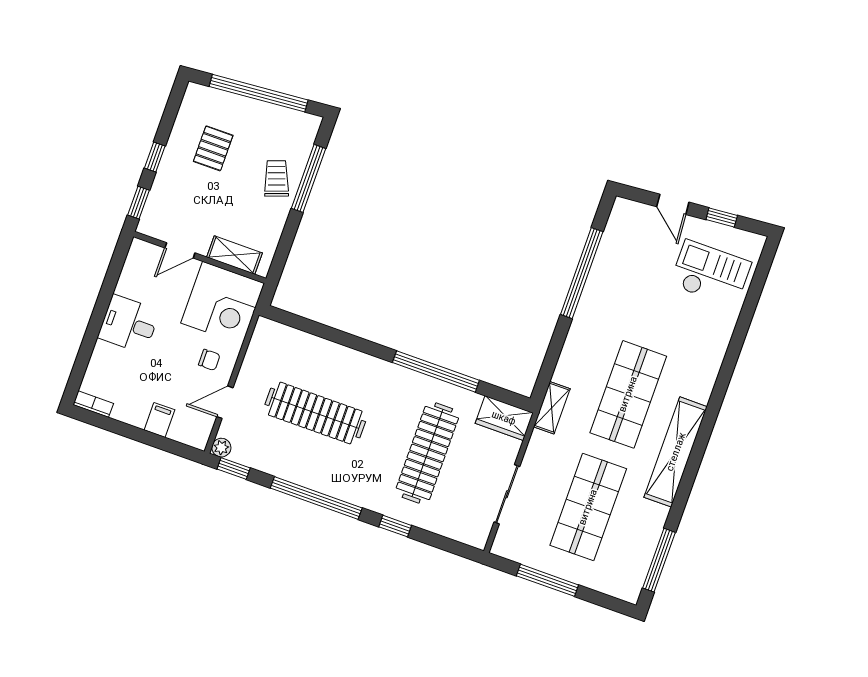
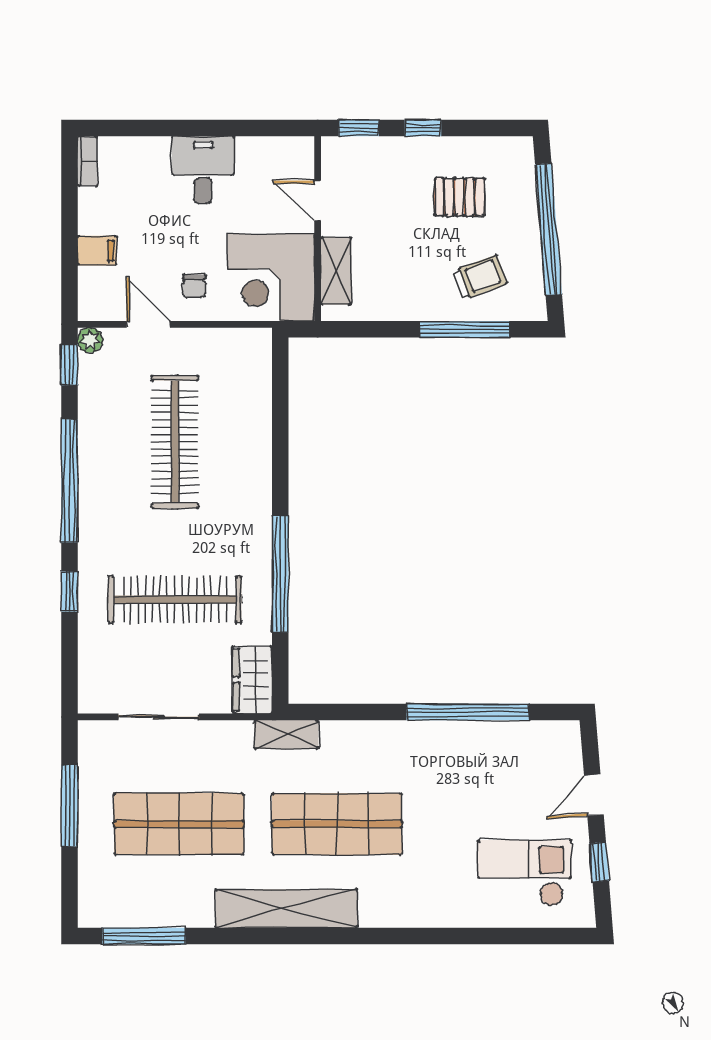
trolley: (277, 178) -> (480, 277), moved
checkout: (711, 274) -> (524, 873), turned -90

